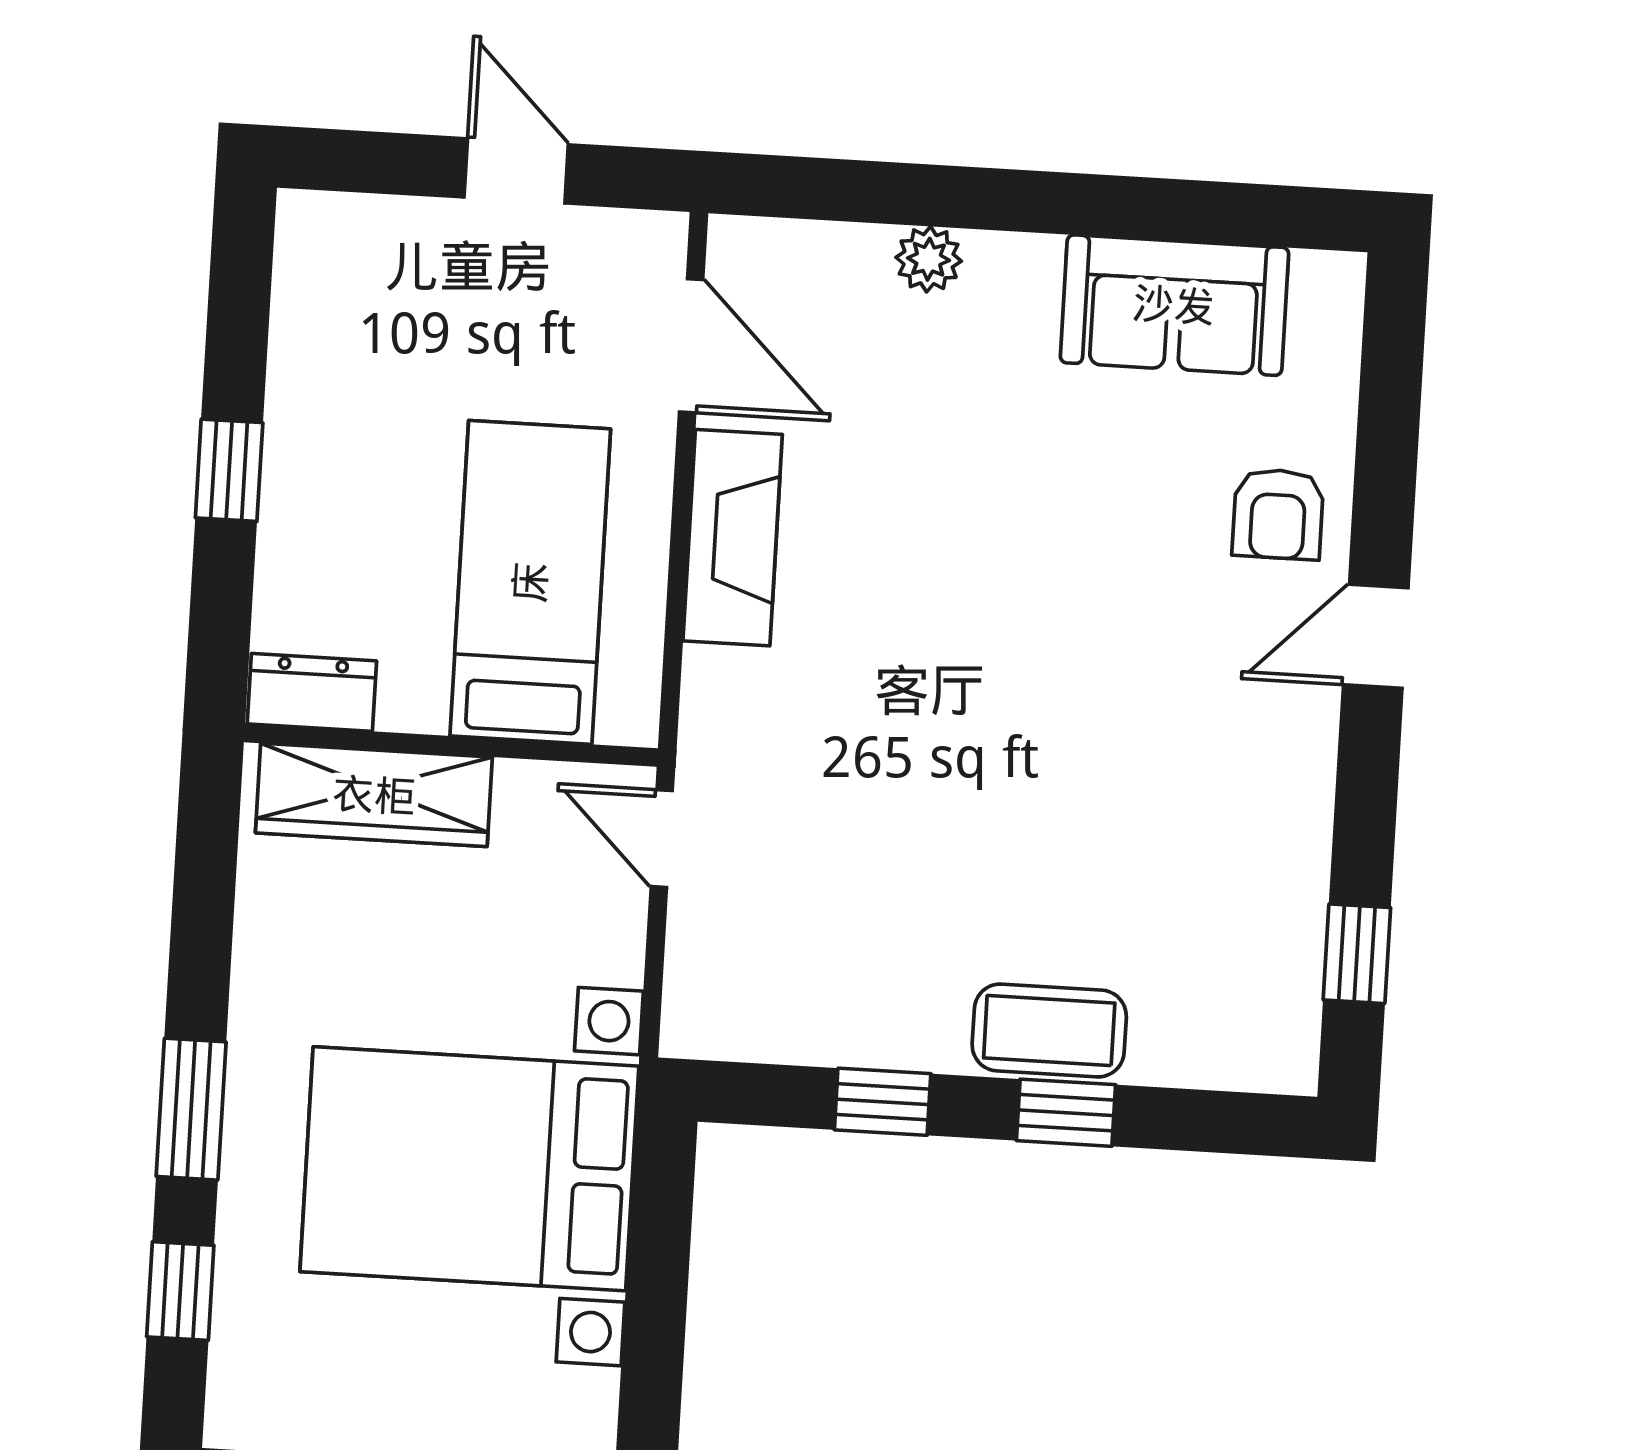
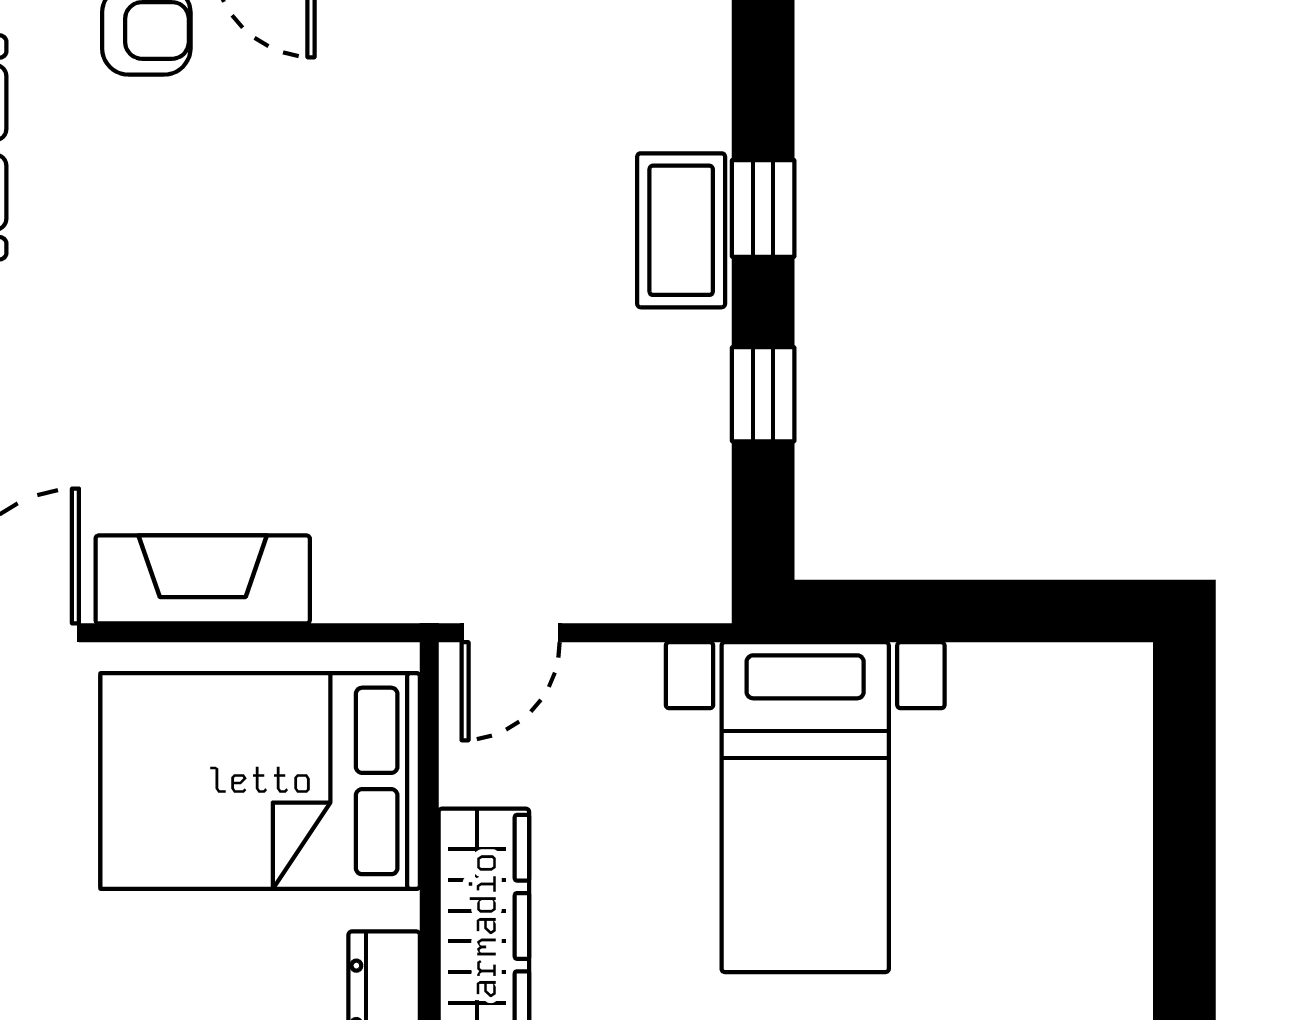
bed: (530, 582) -> (260, 781), width x1.50
bed with nightstands: (469, 1169) -> (805, 807), width x0.73

